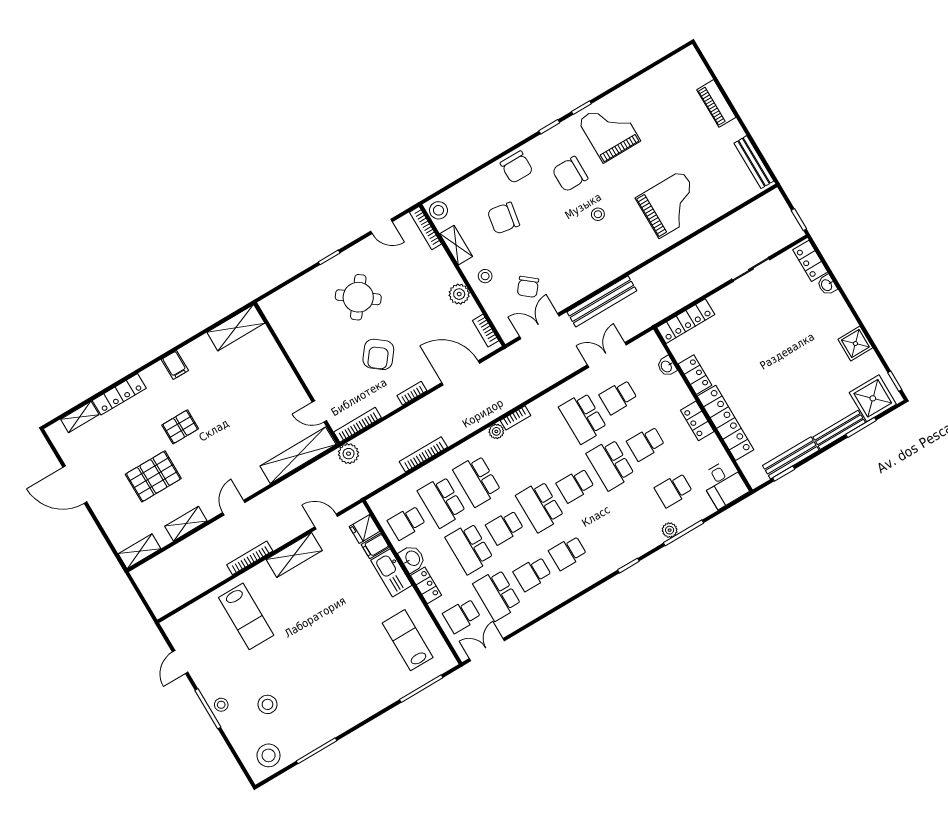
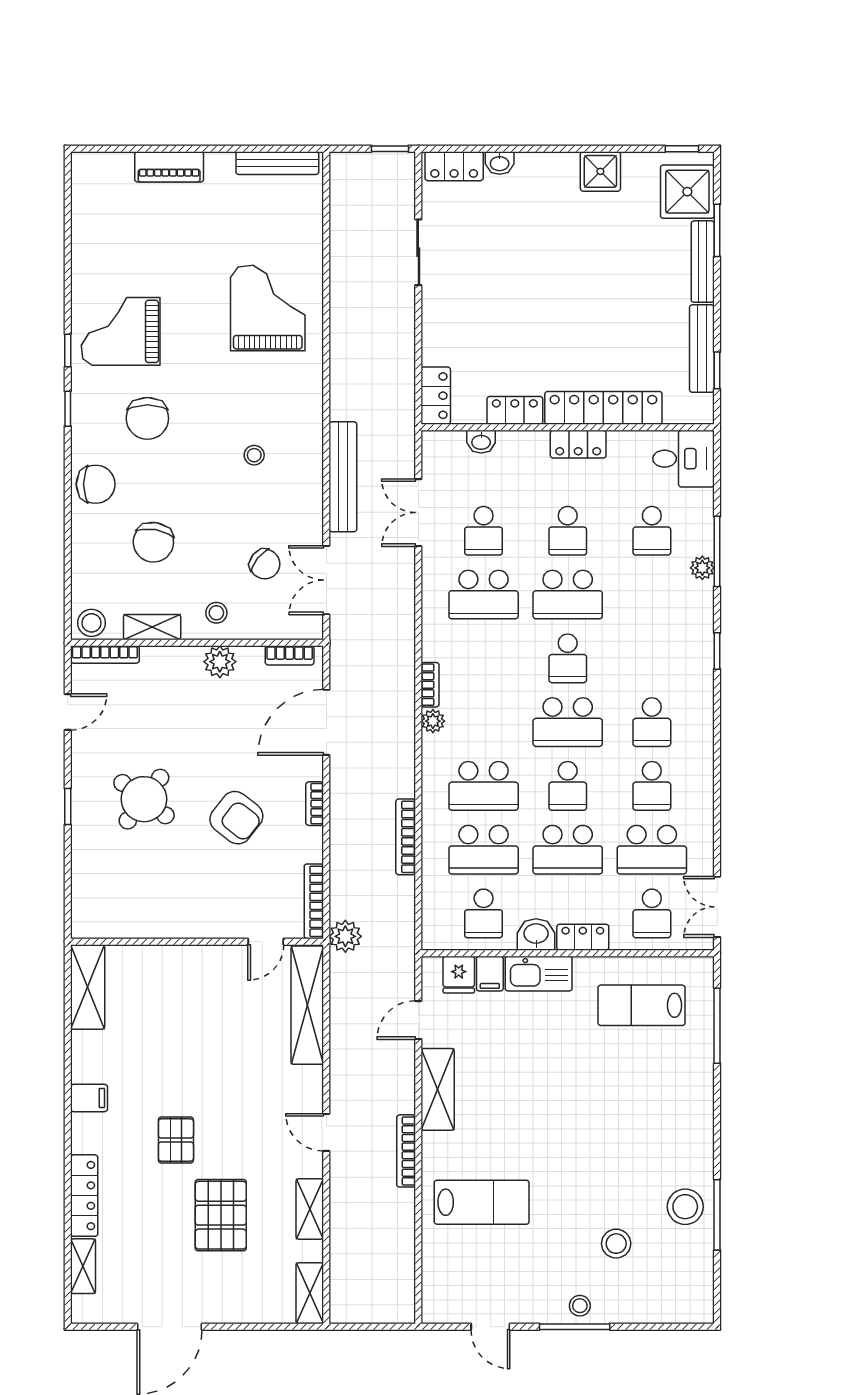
stool: (598, 214) -> (254, 455), moved
locker: (686, 321) -> (436, 396), width x0.66
stool: (269, 755) -> (685, 1207), moved

